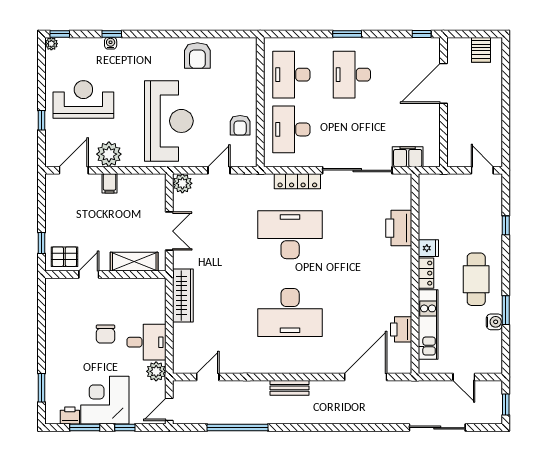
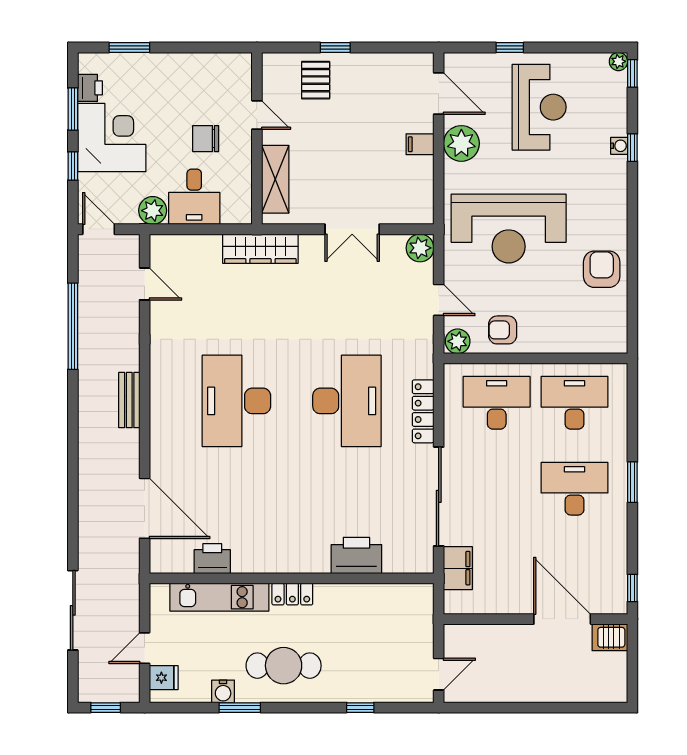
server rack: (481, 50) -> (610, 637), moved
armchair: (197, 56) -> (602, 269), turned 90
plant: (248, 157) -> (458, 341), added
fridge: (428, 248) -> (164, 678), moved, turned -90
shelving: (134, 262) -> (275, 179), moved
door: (89, 274) -> (257, 115), moved
wall: (105, 274) -> (257, 138), moved

